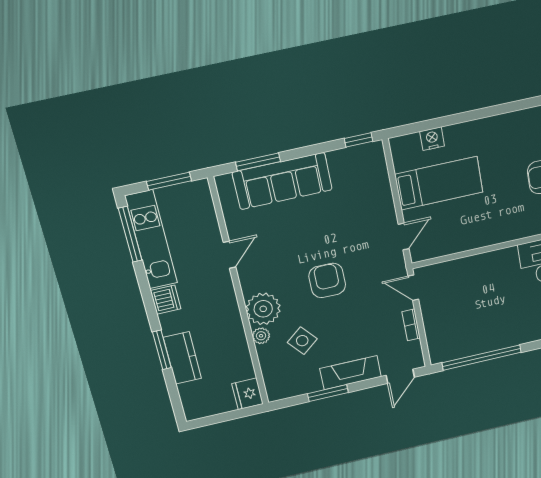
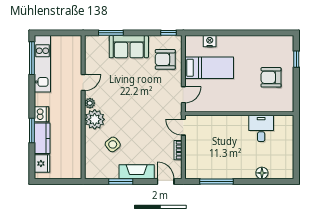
window: (169, 181) -> (60, 33), removed
sofa: (282, 181) -> (129, 47), width x0.73
armchair: (327, 280) -> (165, 59), moved, turned -90
dishwasher: (166, 300) -> (42, 114), moved
plant: (261, 336) -> (90, 103), moved
window: (482, 358) -> (216, 181), width x0.68
door: (400, 376) -> (166, 181), swing flipped
fridge: (248, 394) -> (42, 163), moved, turned 180

